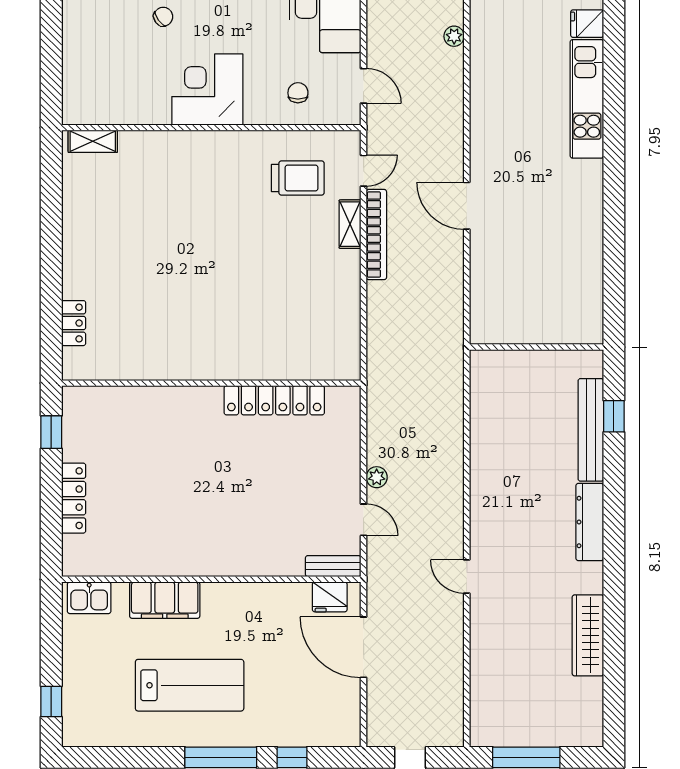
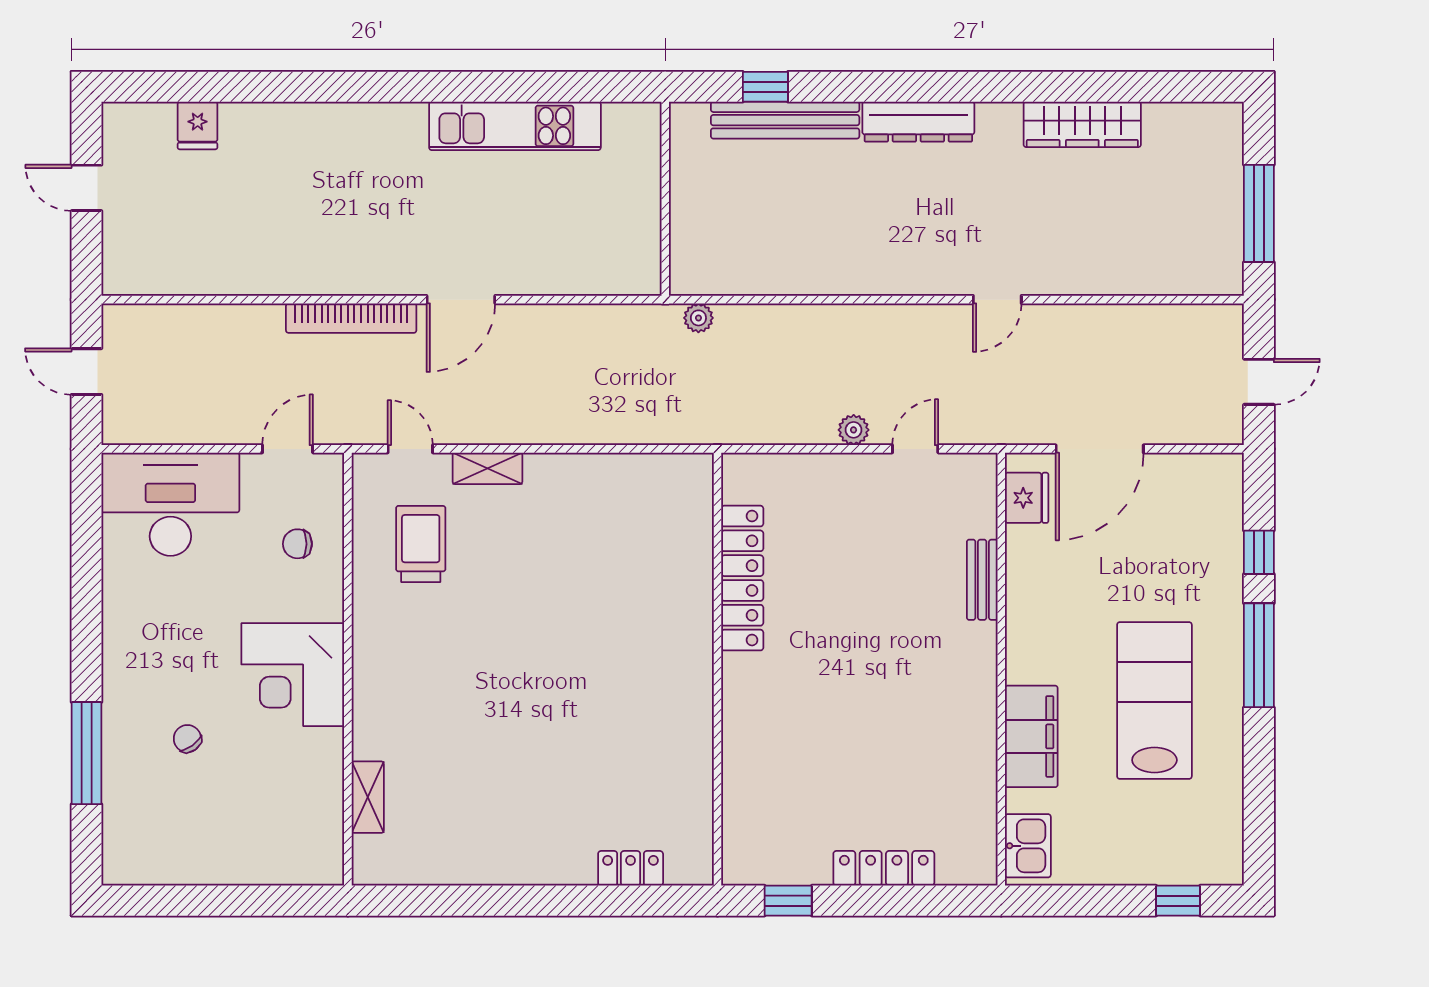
plant: (454, 36) -> (698, 318), moved
kitchen unit: (587, 99) -> (515, 126), moved
shelving: (93, 141) -> (368, 797), moved
bookcase: (376, 235) -> (351, 318), moved, turned 180
bench: (333, 566) -> (982, 580), moved

